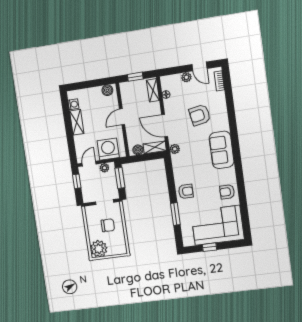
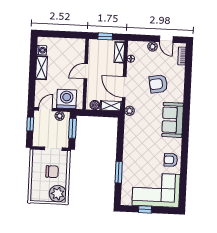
boiler: (107, 90) -> (77, 44), removed
armchair: (186, 191) -> (132, 153), removed
plant: (99, 249) -> (58, 194), moved

